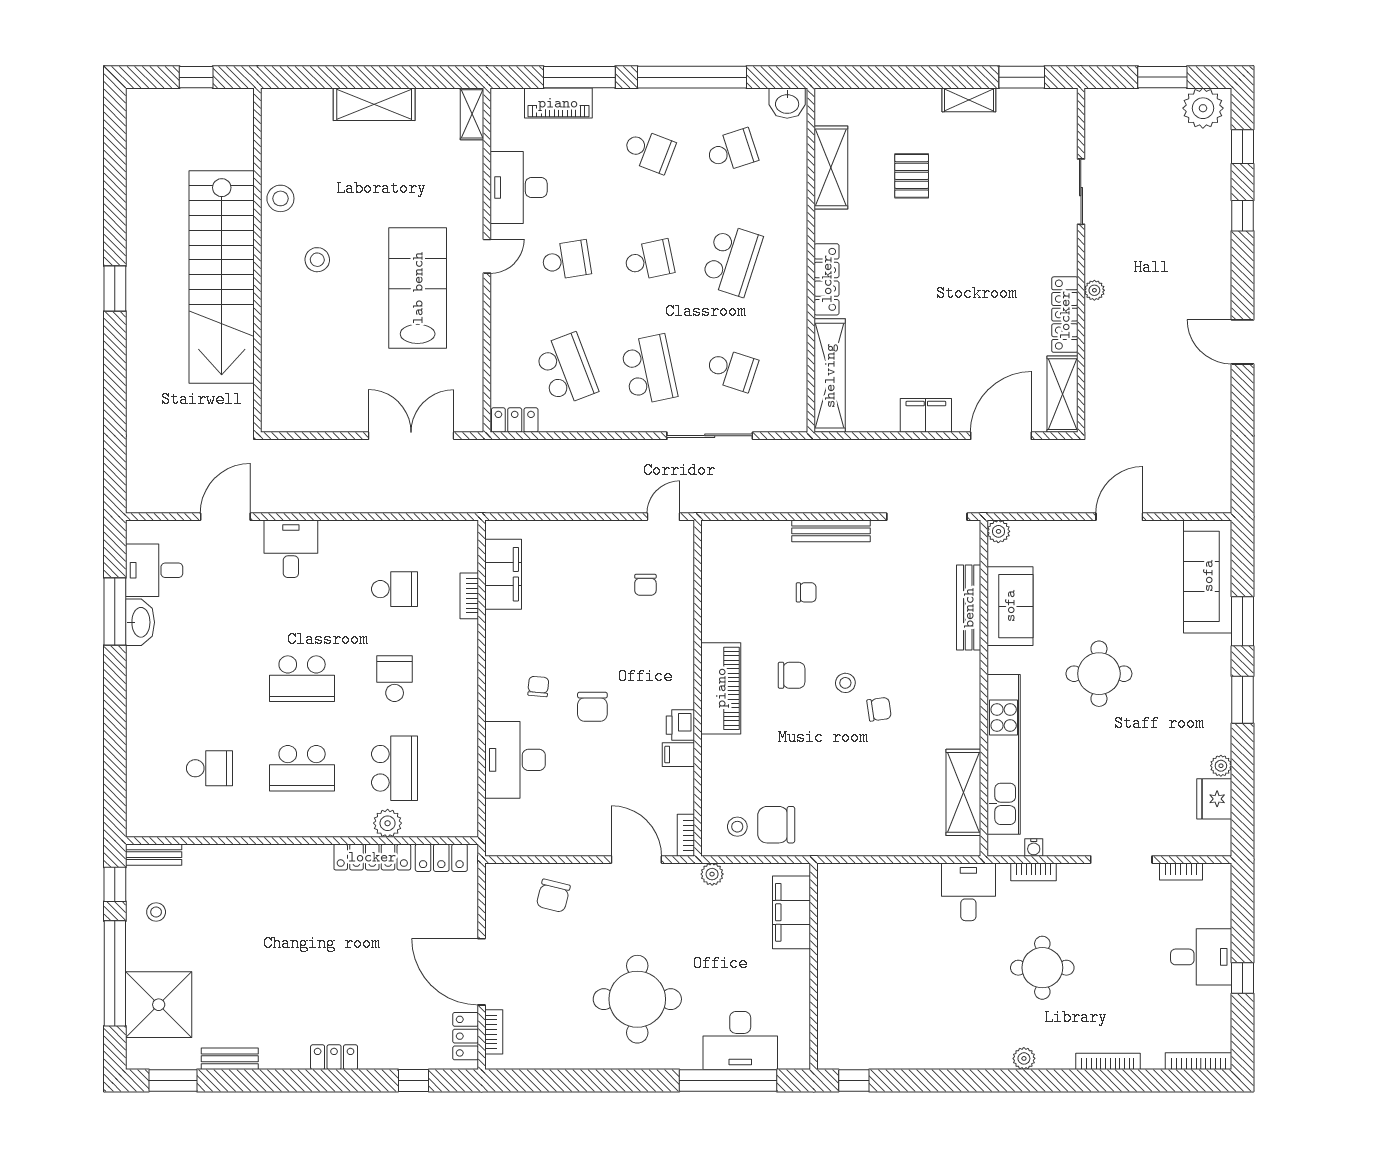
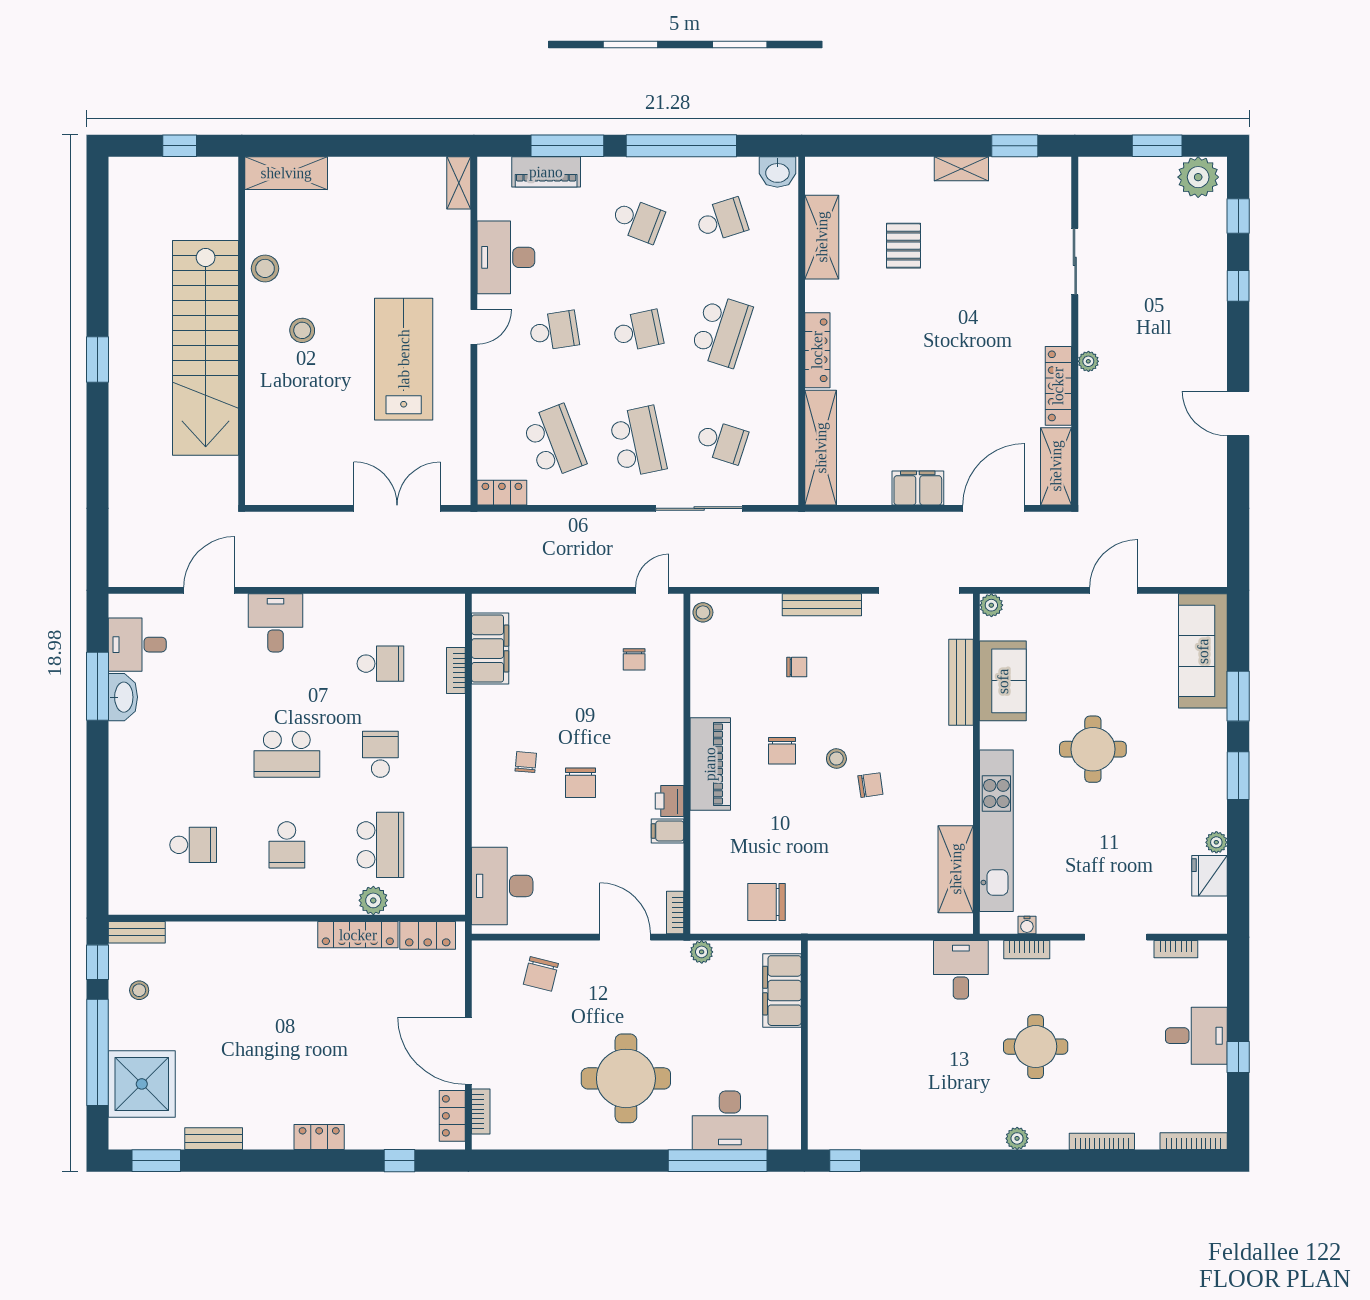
shelving: (374, 104) -> (286, 173), moved
chair: (792, 675) -> (782, 751), turned 90
desk: (515, 760) -> (502, 886), moved
school desk: (302, 768) -> (287, 845), width x0.54
stool: (737, 827) -> (703, 612), moved

